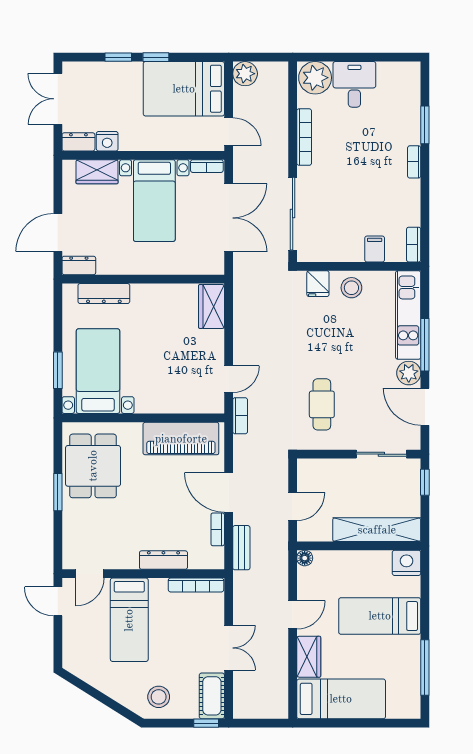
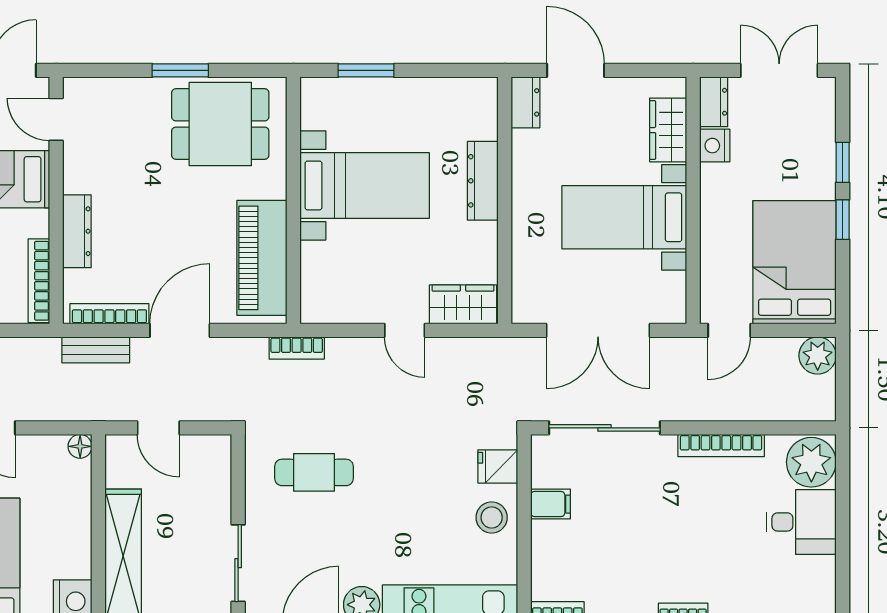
bookcase: (207, 166) -> (677, 297), removed
filing cabinet: (375, 249) -> (551, 504), moved
dresser: (104, 294) -> (483, 181), moved
bed with nightstands: (98, 371) -> (365, 185), moved
door: (229, 379) -> (405, 330), moved
bookcase: (218, 529) -> (109, 314), width x1.56

